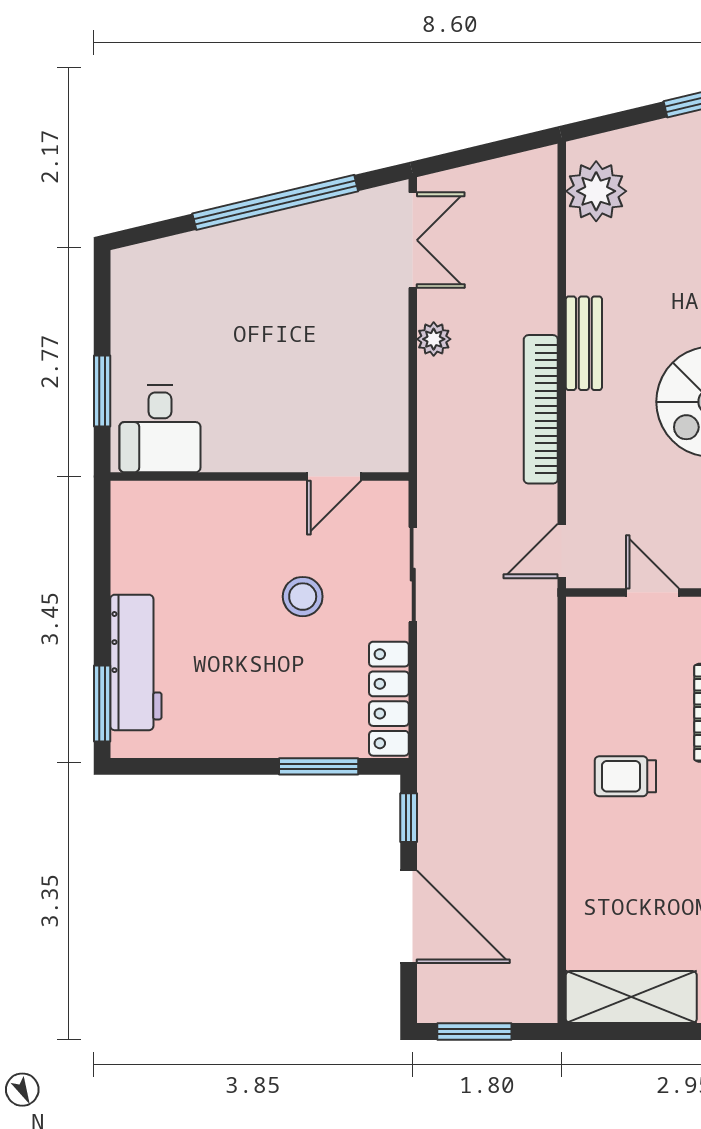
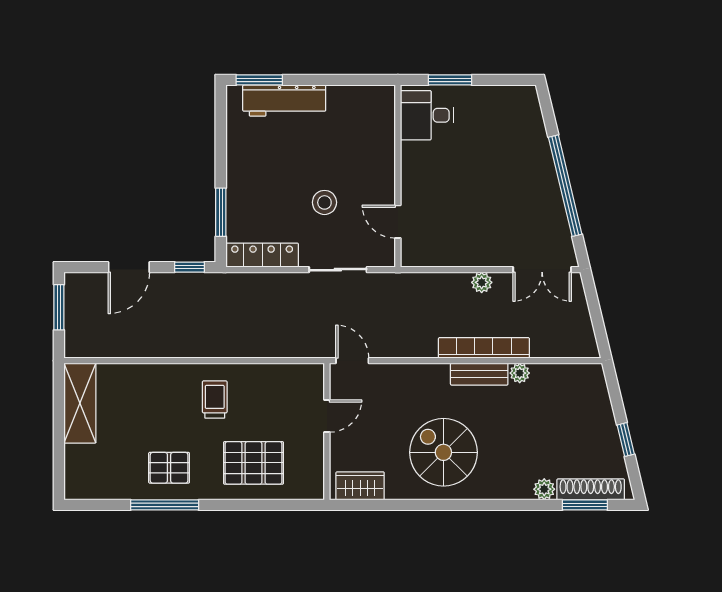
plant: (596, 191) -> (520, 373), moved, width x0.53, depth x0.53
bookcase: (541, 409) -> (484, 348), moved
door: (409, 917) -> (129, 267), width x0.73

